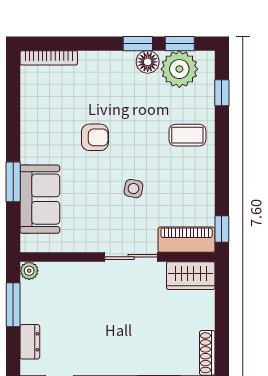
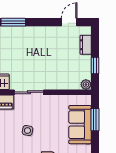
window: (13, 182) -> (95, 120), moved
window: (13, 305) -> (95, 65), width x0.67

